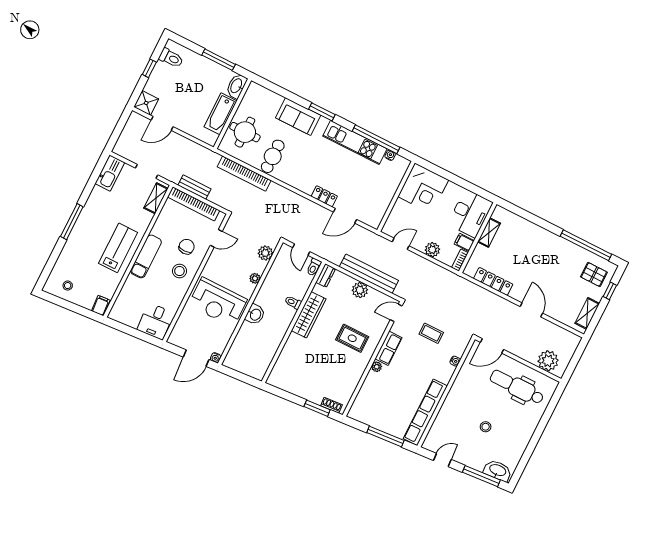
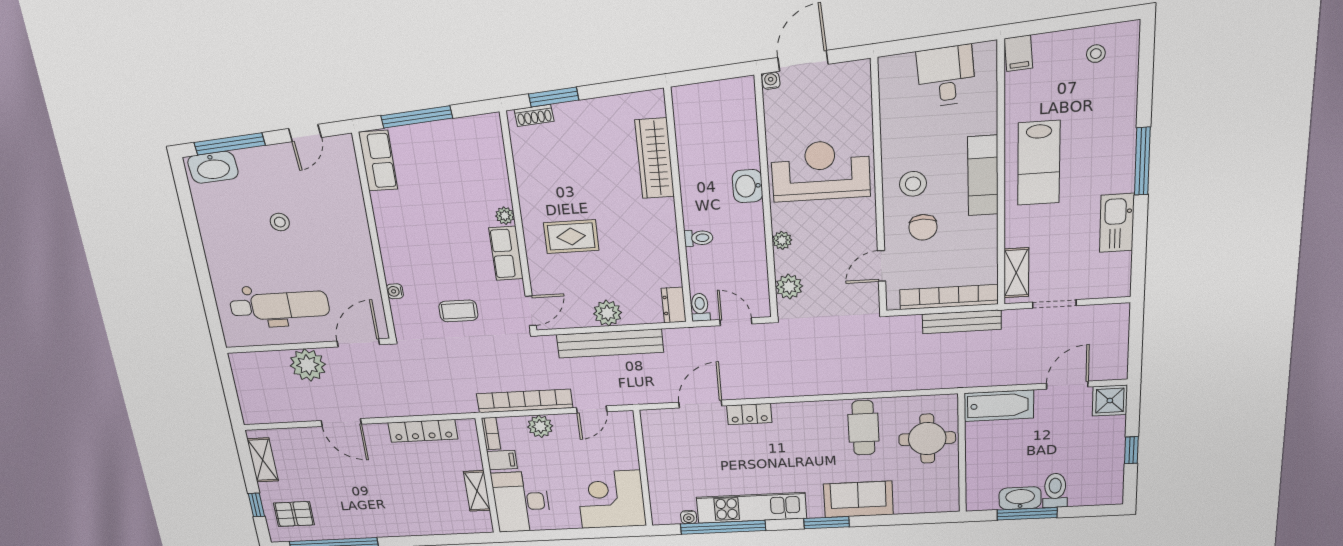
toilet: (171, 58) -> (1055, 490), moved, turned 90
washbasin: (237, 86) -> (1020, 498), moved, turned -90
bathtub: (221, 114) -> (999, 406), moved, turned 90
kitchen sink: (110, 173) -> (1117, 223), moved
bookcase: (244, 174) -> (525, 401), moved
bench: (194, 187) -> (962, 322), width x1.36
wardrobe: (309, 315) -> (655, 158), moved
desk: (155, 321) -> (946, 76), moved
plant: (548, 361) -> (308, 365), moved
row of seats: (425, 412) -> (378, 161), width x0.50

